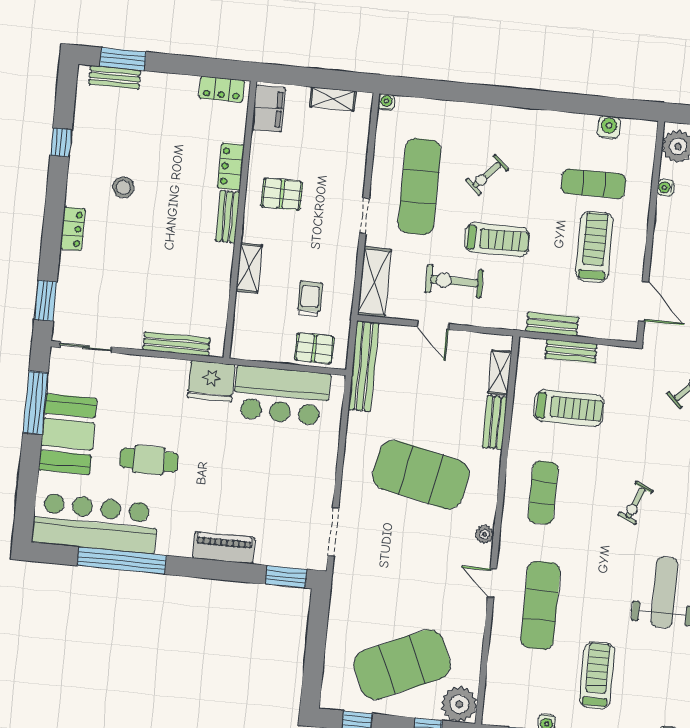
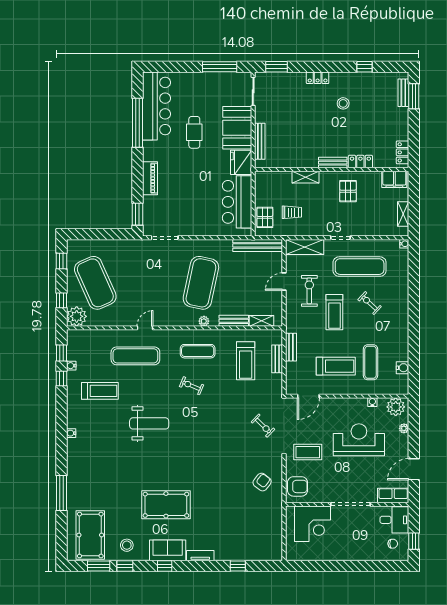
booth: (68, 434) -> (237, 128), moved, turned 90
exercise bike: (636, 503) -> (191, 386), moved
plant: (485, 534) -> (204, 321), moved

